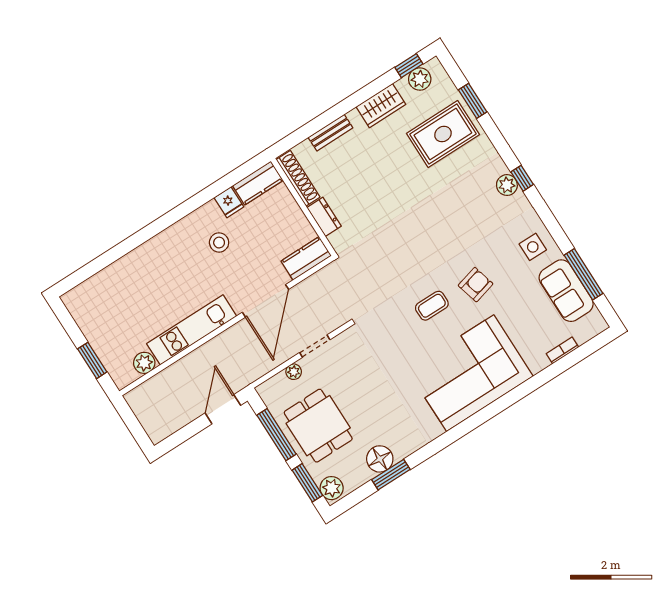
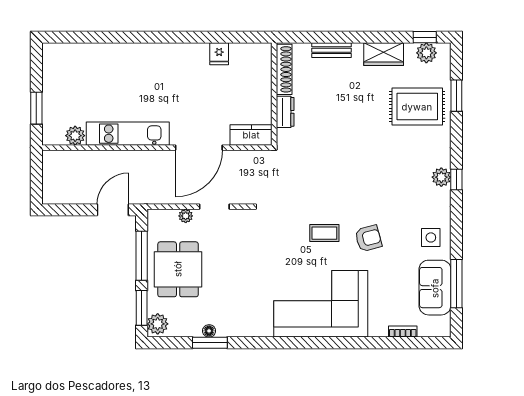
kitchen counter: (258, 183) -> (251, 53), removed
stool: (219, 243) -> (192, 80), removed
floor lamp: (380, 459) -> (209, 331), width x0.53, depth x0.53

